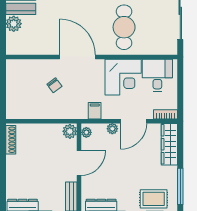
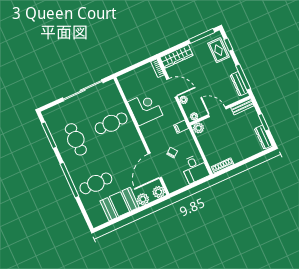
plant: (14, 47) -> (159, 192), added
door: (78, 57) -> (155, 166), moved
desk: (157, 75) -> (195, 169), moved, turned -90
filing cabinet: (95, 111) -> (181, 127), moved

